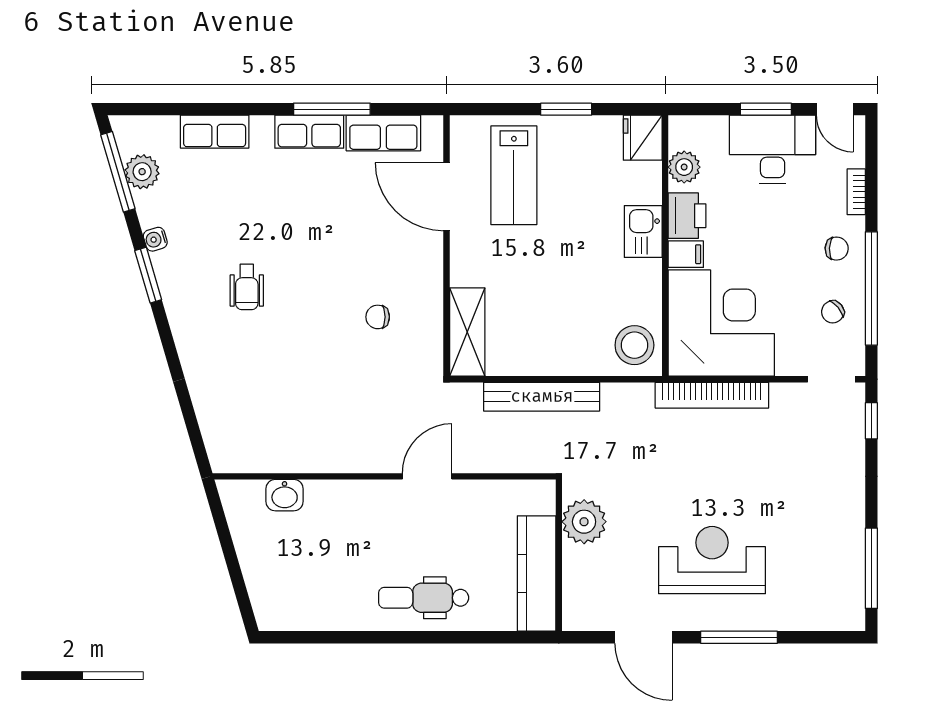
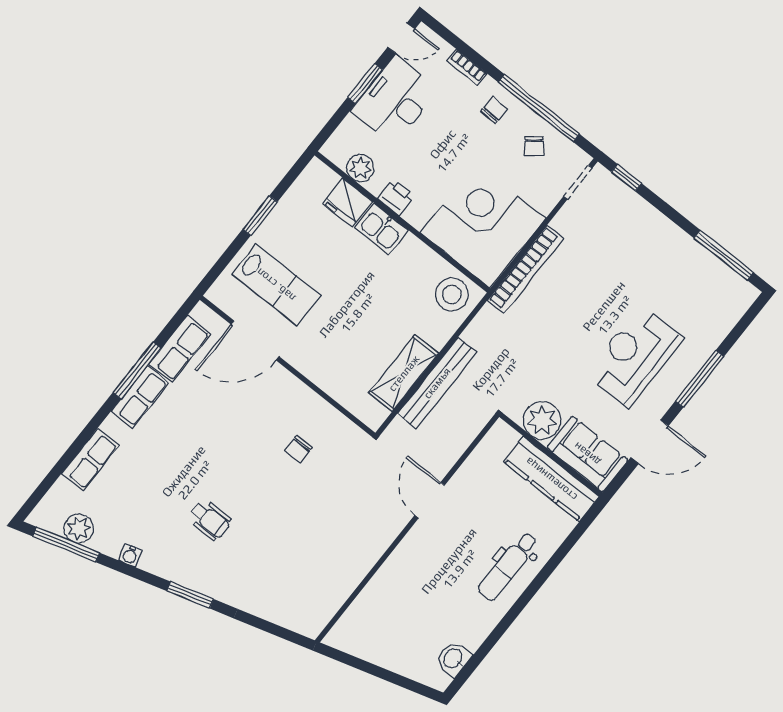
fridge: (643, 138) -> (348, 203), moved
printer: (687, 216) -> (396, 197), width x0.73, depth x0.81
filing cabinet: (686, 254) -> (419, 213), removed
window: (148, 275) -> (190, 595), moved
shelving: (467, 332) -> (404, 373), moved, turned 90
washbasin: (285, 495) -> (453, 659), moved, turned 180
sofa: (586, 589) -> (587, 454), added

